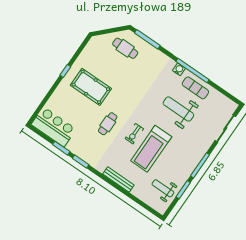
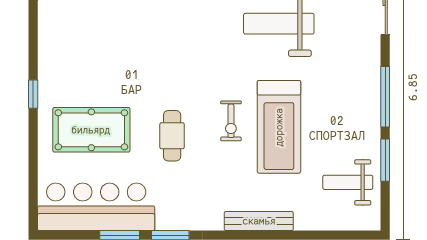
pool table: (91, 87) -> (91, 130), moved
bar counter: (54, 127) -> (96, 207), width x1.36

